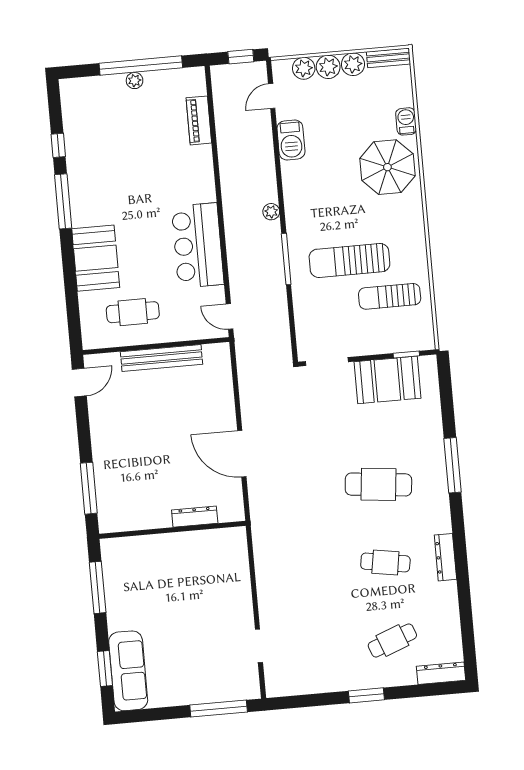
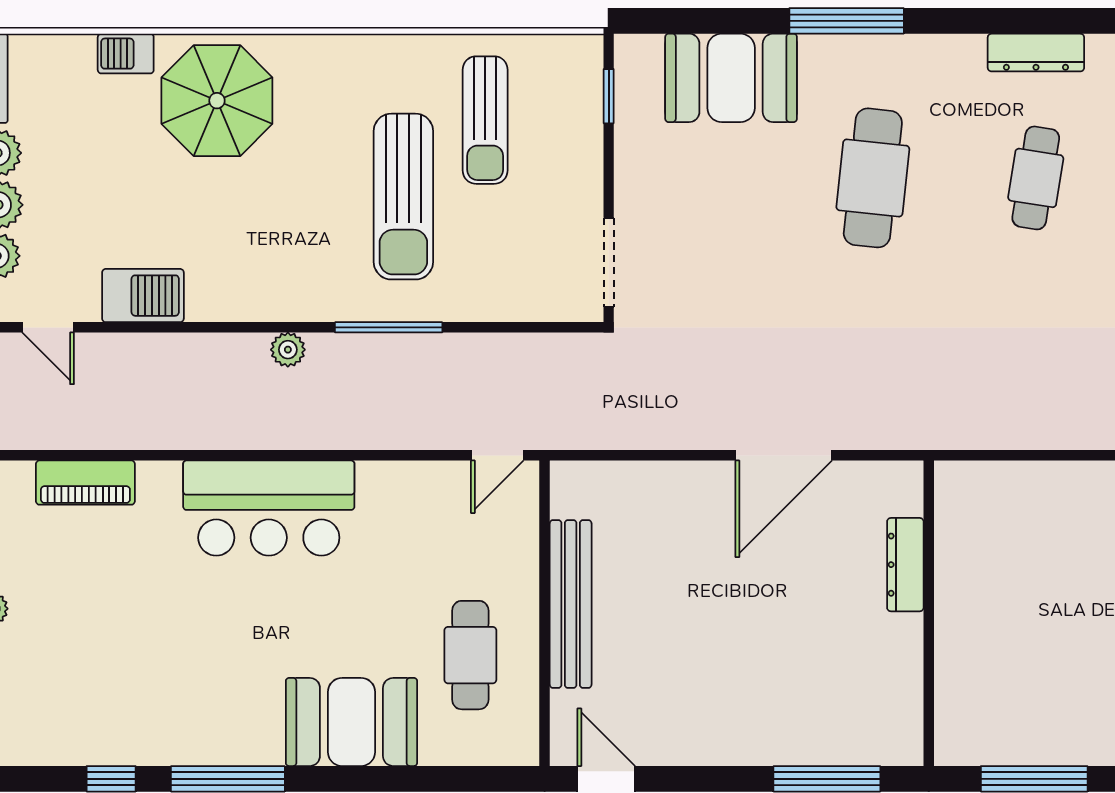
bar counter: (198, 245) -> (269, 508), moved
booth: (387, 380) -> (731, 78), moved, turned 90

